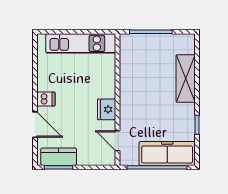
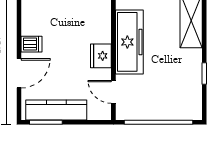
door: (35, 125) -> (19, 73), hinge flipped
freezer: (167, 153) -> (129, 42), moved, turned 90
kitchen counter: (59, 157) -> (56, 110), width x1.50

